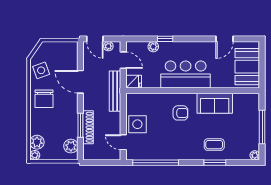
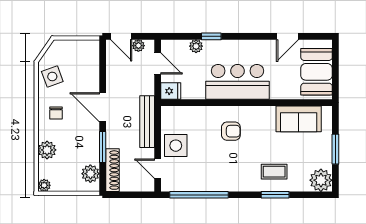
door: (80, 82) -> (103, 107), moved
bench: (115, 91) -> (147, 122), moved
chair: (44, 99) -> (56, 113), width x0.54, depth x0.54
sofa: (215, 103) -> (299, 119), moved
shoe rack: (88, 127) -> (112, 170), moved
window: (262, 127) -> (335, 149), width x0.69
plant: (37, 142) -> (47, 150), moved
plant: (255, 155) -> (321, 180), width x1.88, depth x1.88

